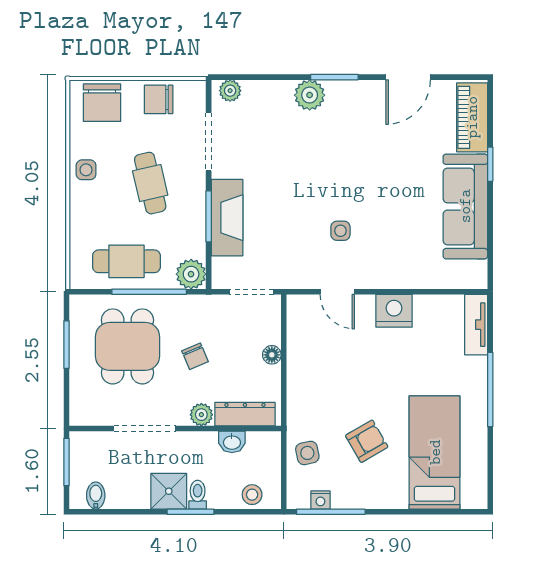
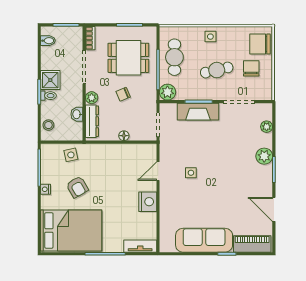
plant: (230, 91) -> (267, 127), moved
chair: (159, 99) -> (251, 68), moved
side table: (86, 170) -> (210, 37), moved
bookcase: (91, 417) -> (90, 38), added
bed: (435, 452) -> (71, 230), width x1.50
nightstand: (320, 500) -> (46, 189), moved

